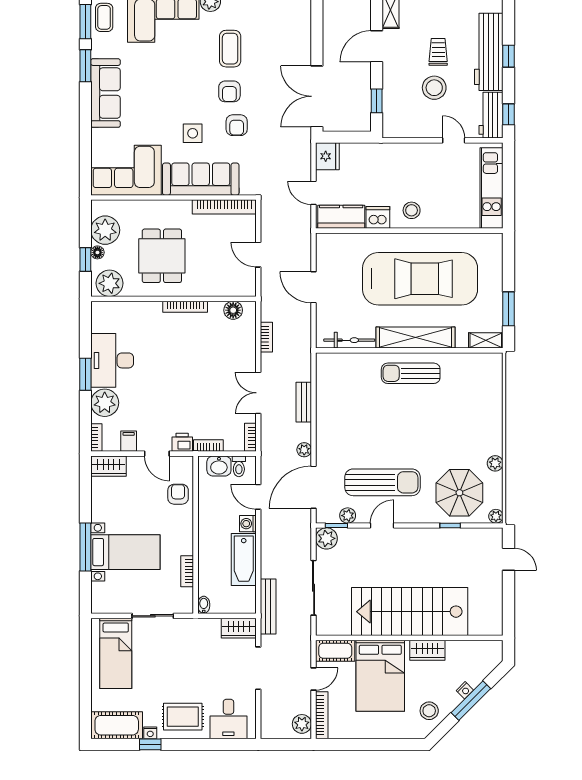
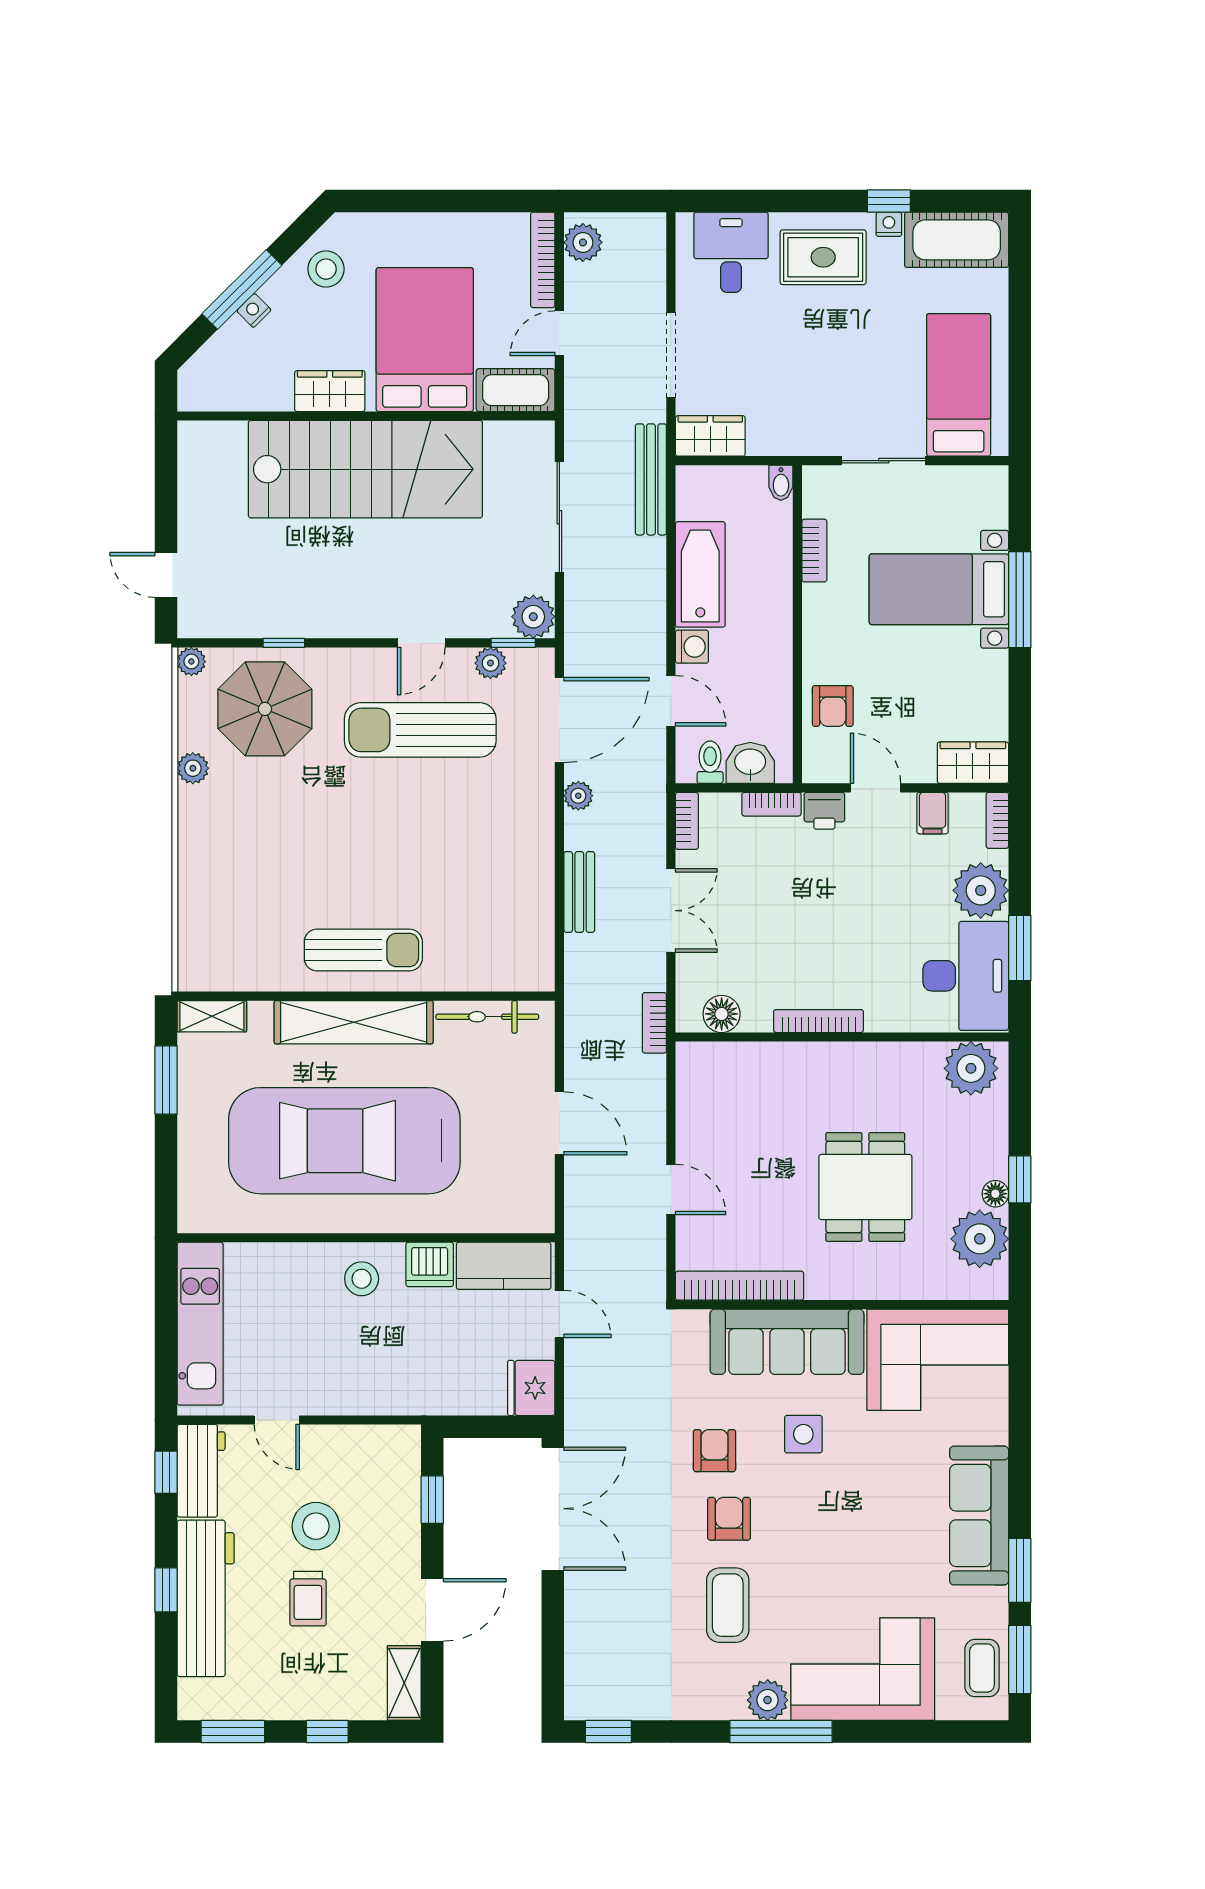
plant: (110, 283) -> (971, 1068), moved
wall: (173, 299) -> (842, 1037), moved
bookcase: (185, 307) -> (819, 1021), moved
floor lamp: (233, 310) -> (722, 1014), moved

